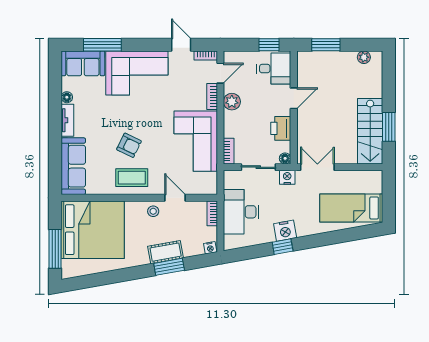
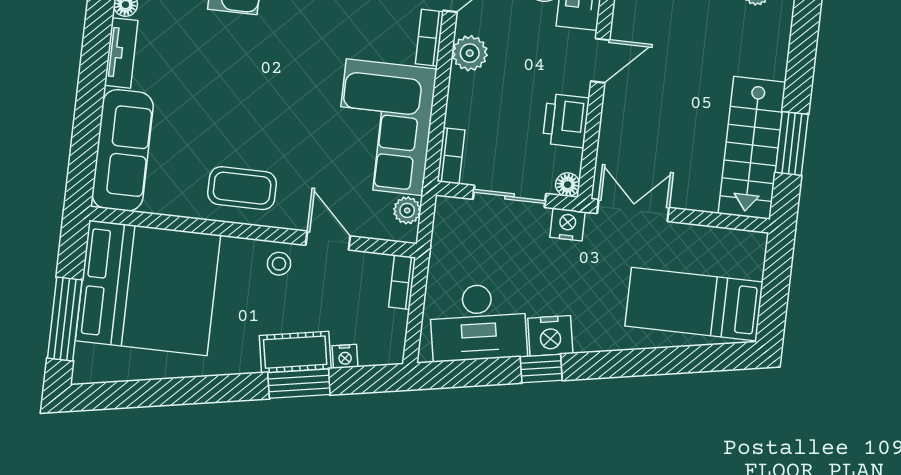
armchair: (129, 145) -> (244, 120), removed
plant: (211, 179) -> (407, 210), added
desk: (241, 212) -> (478, 322), moved, turned -100
nightstand: (210, 248) -> (345, 356), moved

